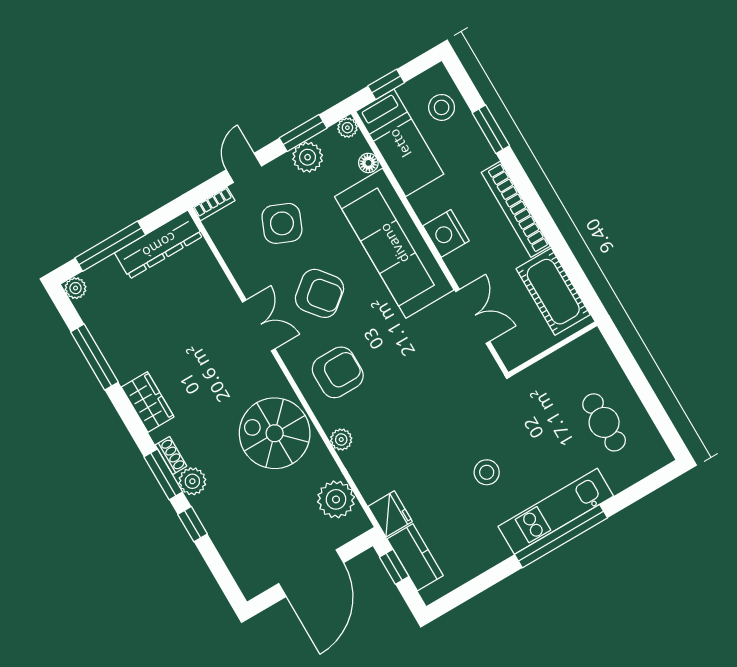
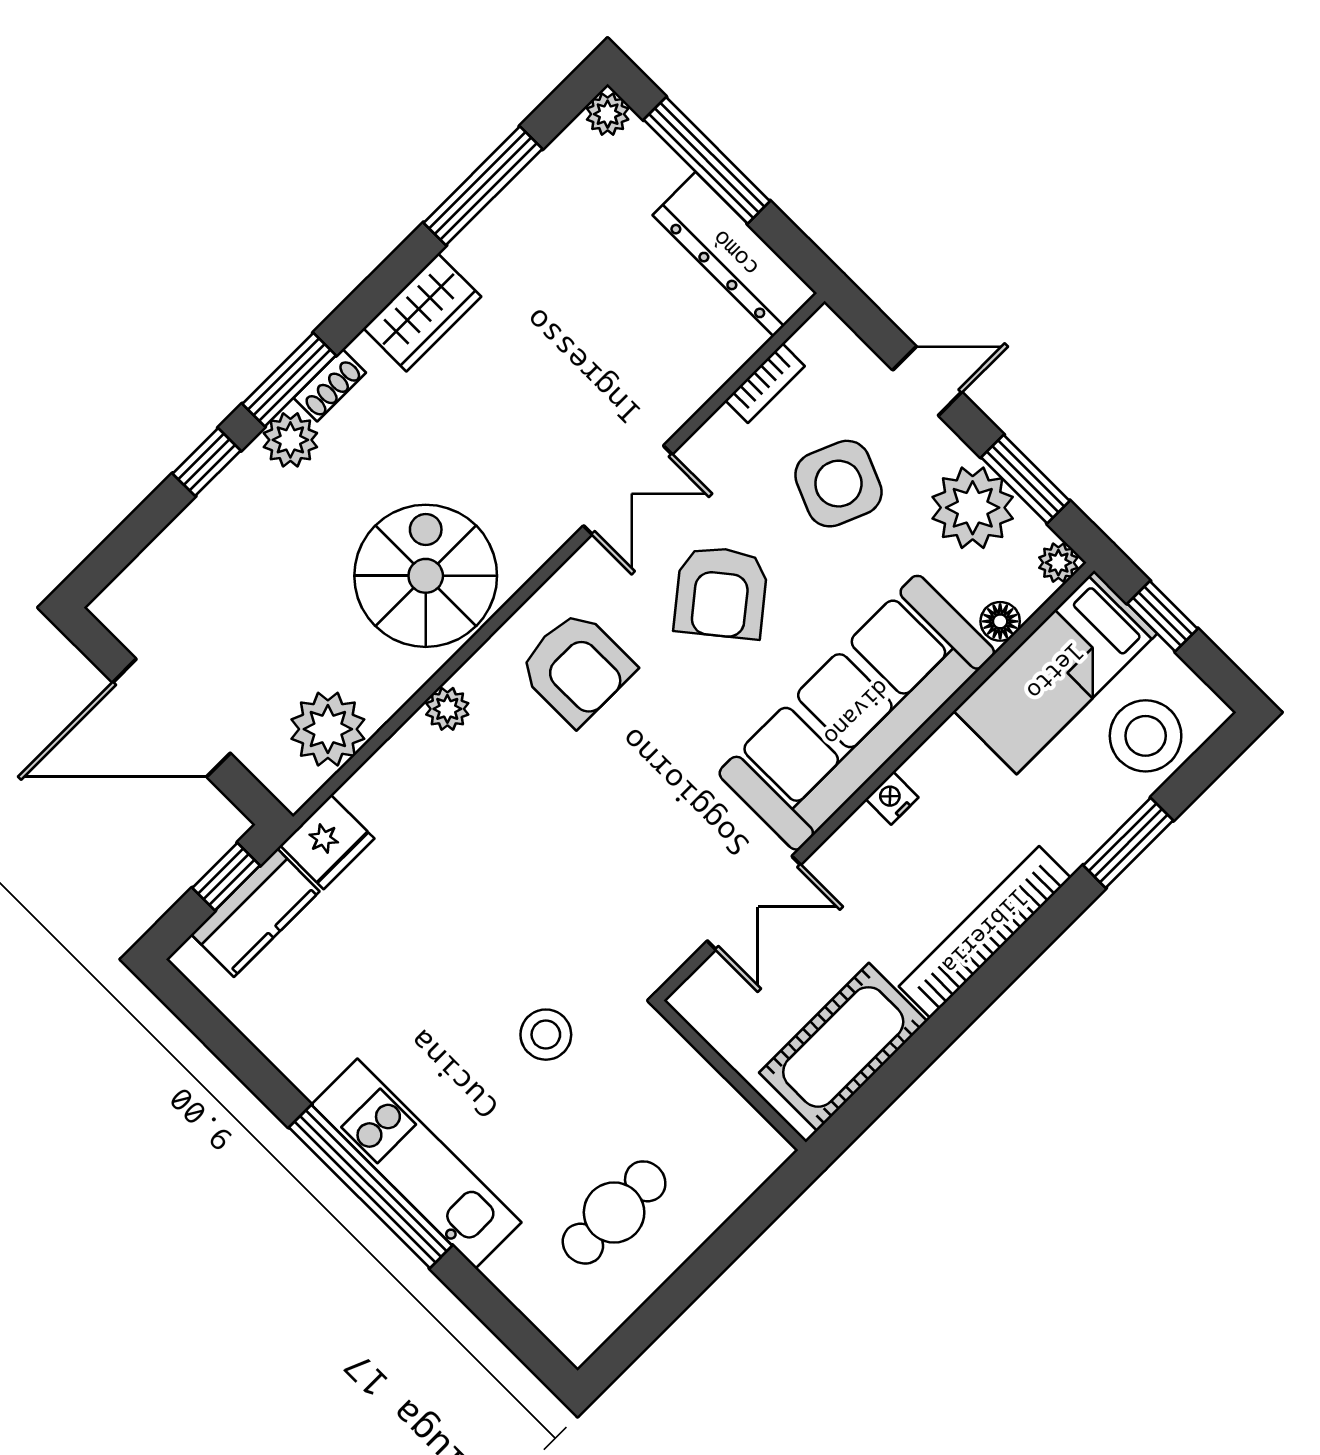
stool: (442, 107) -> (1146, 736), width x1.38, depth x1.38
plant: (308, 157) -> (973, 508), width x1.36, depth x1.36
bookcase: (214, 204) -> (765, 383), moved, turned -90
nightstand: (446, 233) -> (892, 798), width x0.53, depth x0.56
stool: (487, 472) -> (546, 1035), moved

